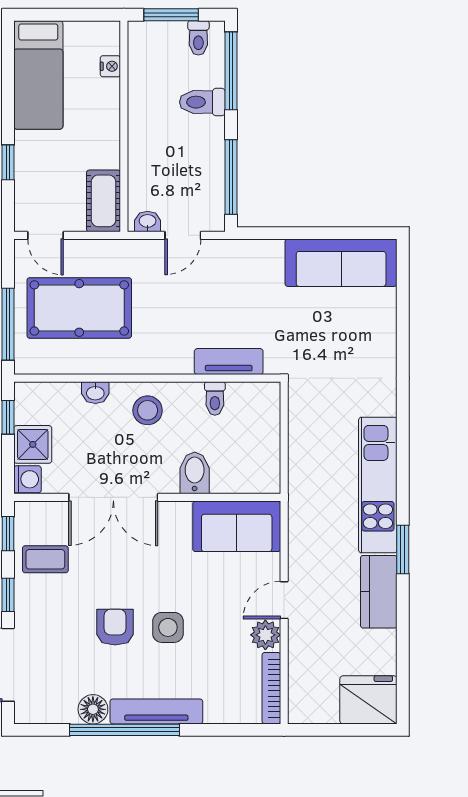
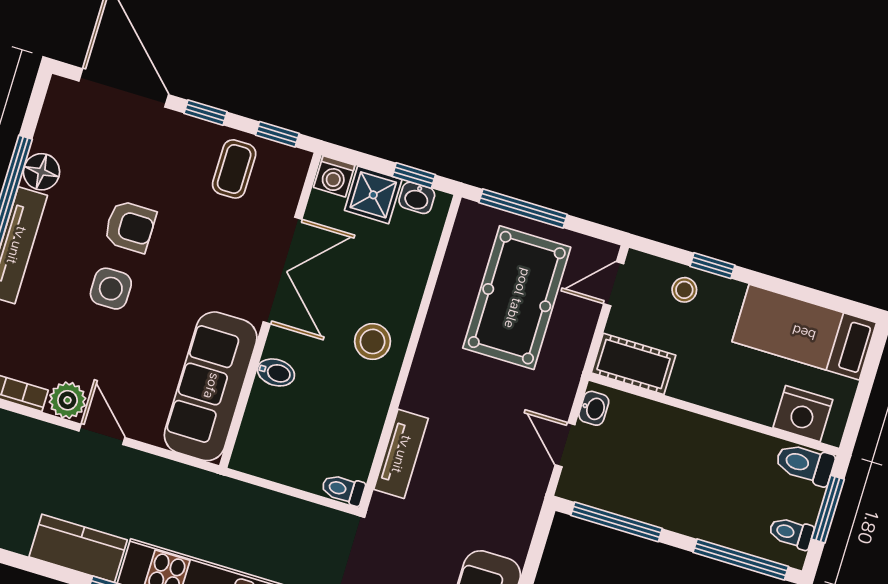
nightstand: (110, 66) -> (803, 414), width x1.89, depth x1.79
toilet: (202, 102) -> (805, 464), moved, turned -90
stool: (34, 179) -> (684, 290), added
washbasin: (95, 393) -> (417, 198), moved, turned -90
toilet: (215, 398) -> (343, 489), moved
bidet: (195, 473) -> (276, 372), width x0.72, depth x0.74
double door: (113, 497) -> (282, 270), swing flipped
sofa: (237, 526) -> (211, 386), width x1.36

